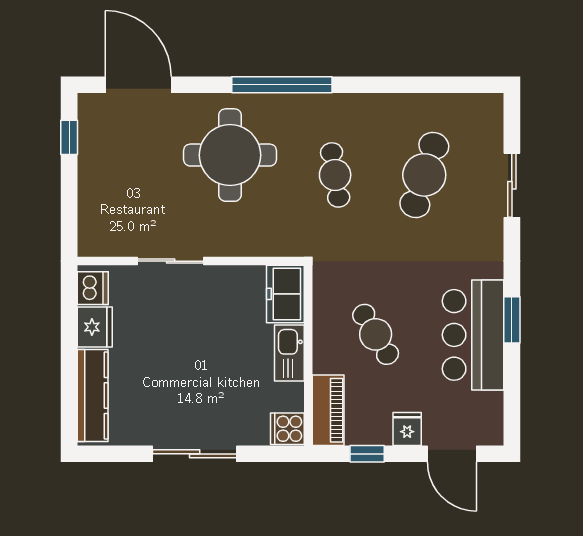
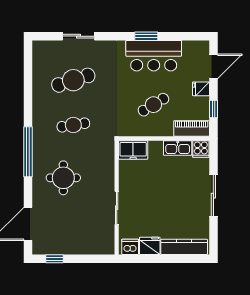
round table: (230, 155) -> (63, 178), width x0.73, depth x0.73
cafe table: (424, 175) -> (73, 80), turned -36
kitchen sink: (289, 353) -> (178, 148), moved

